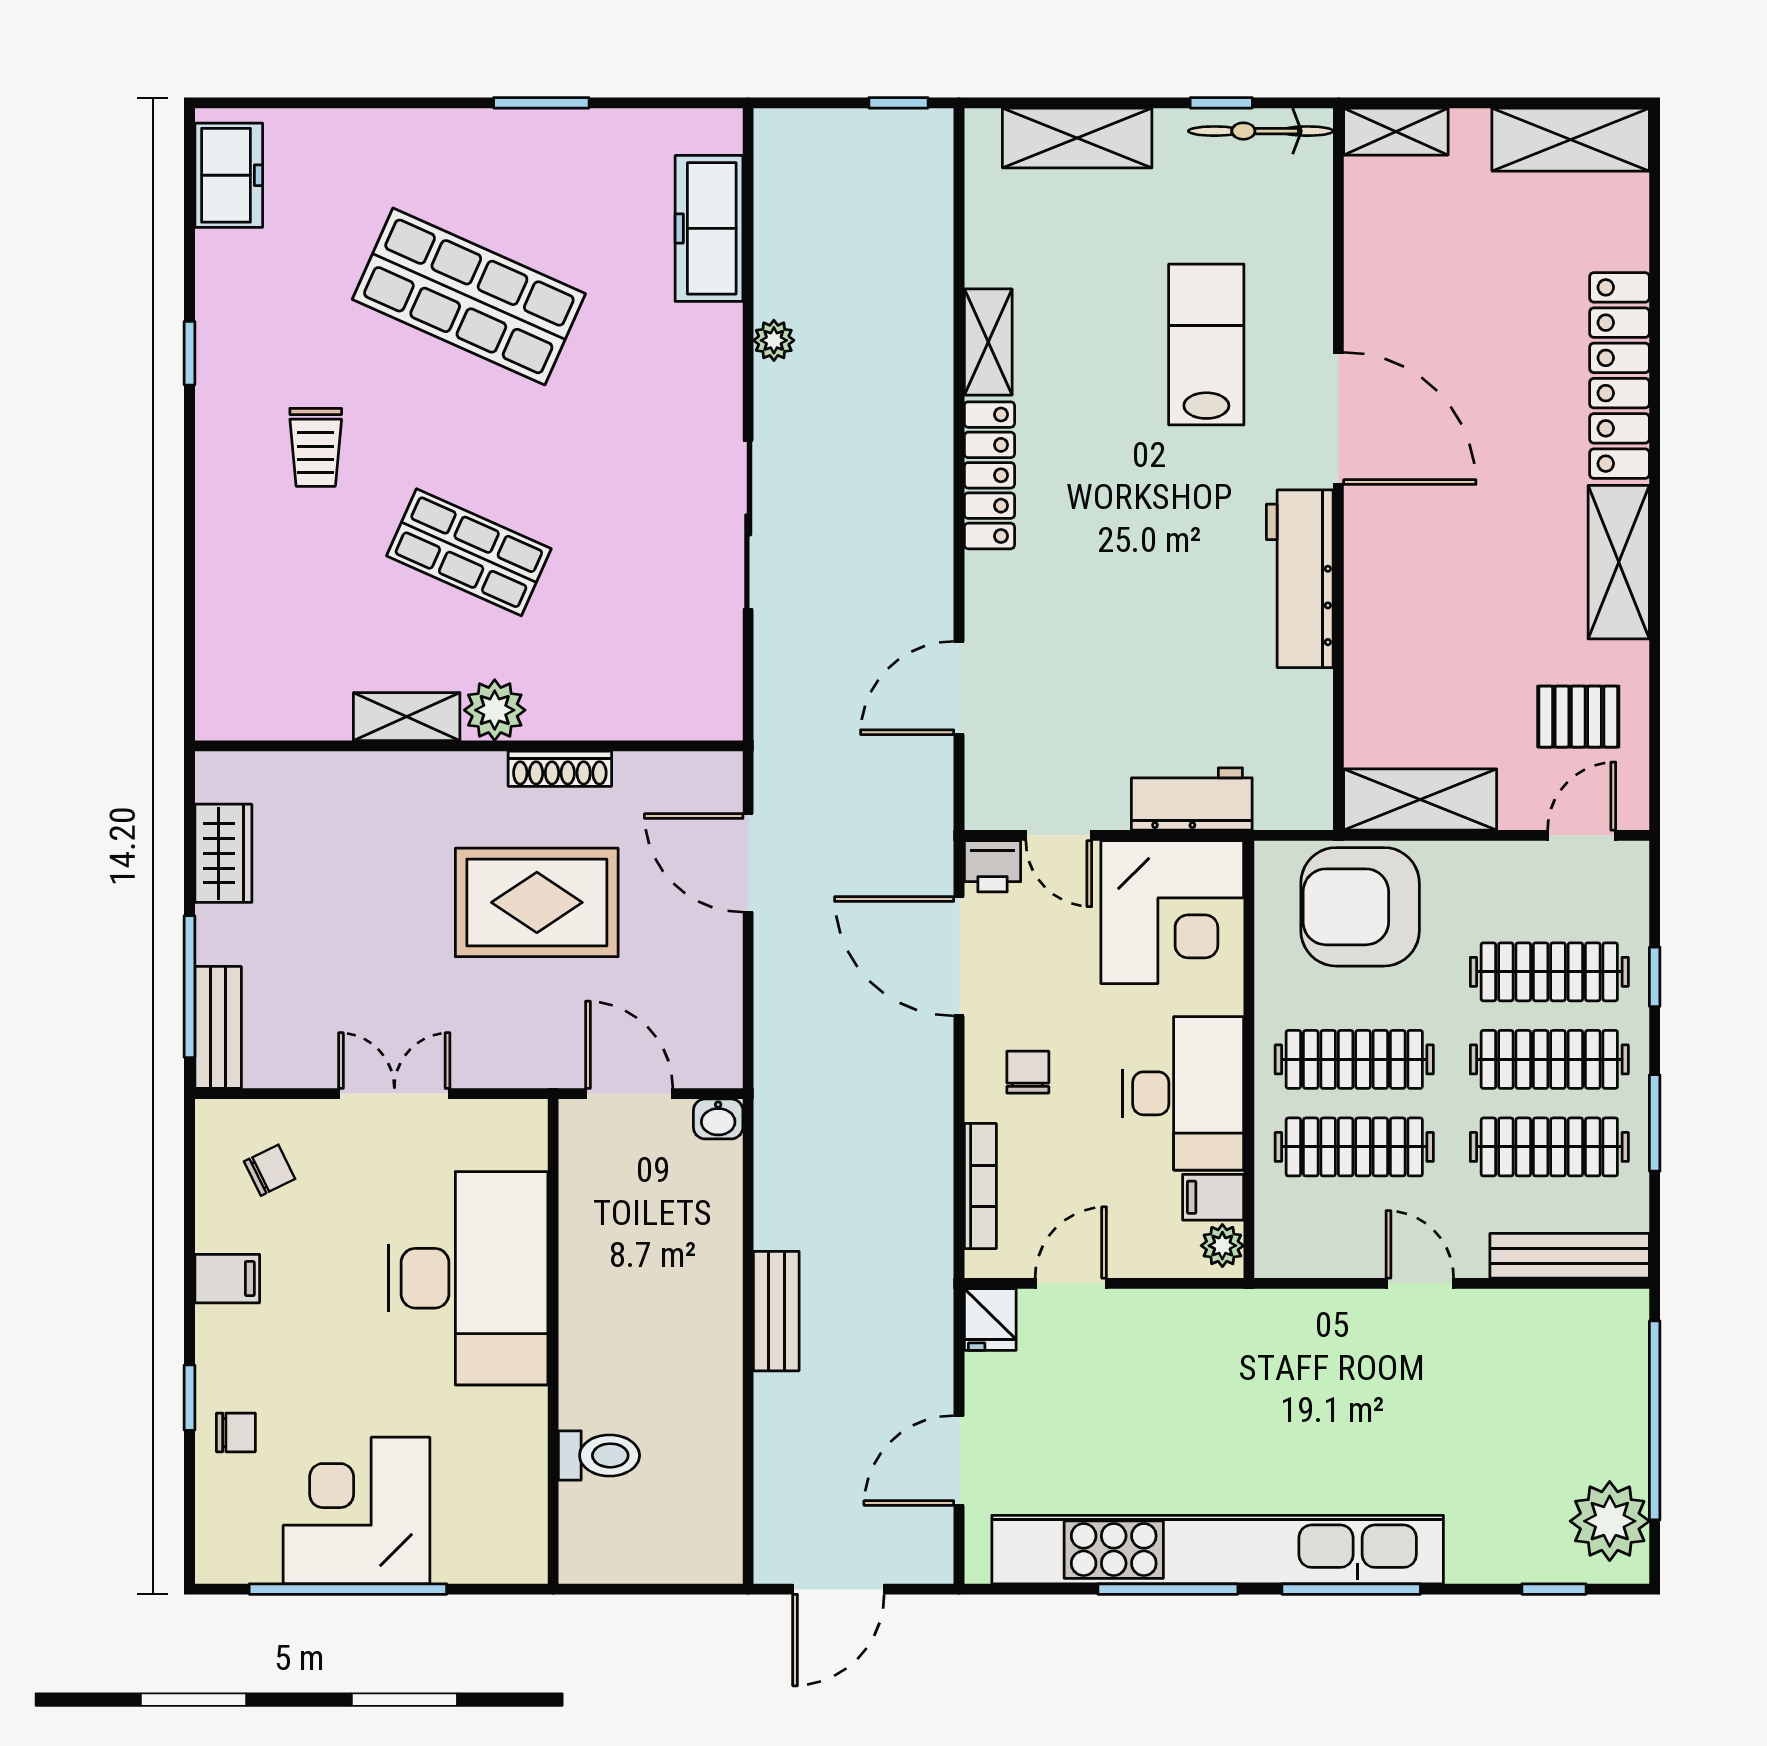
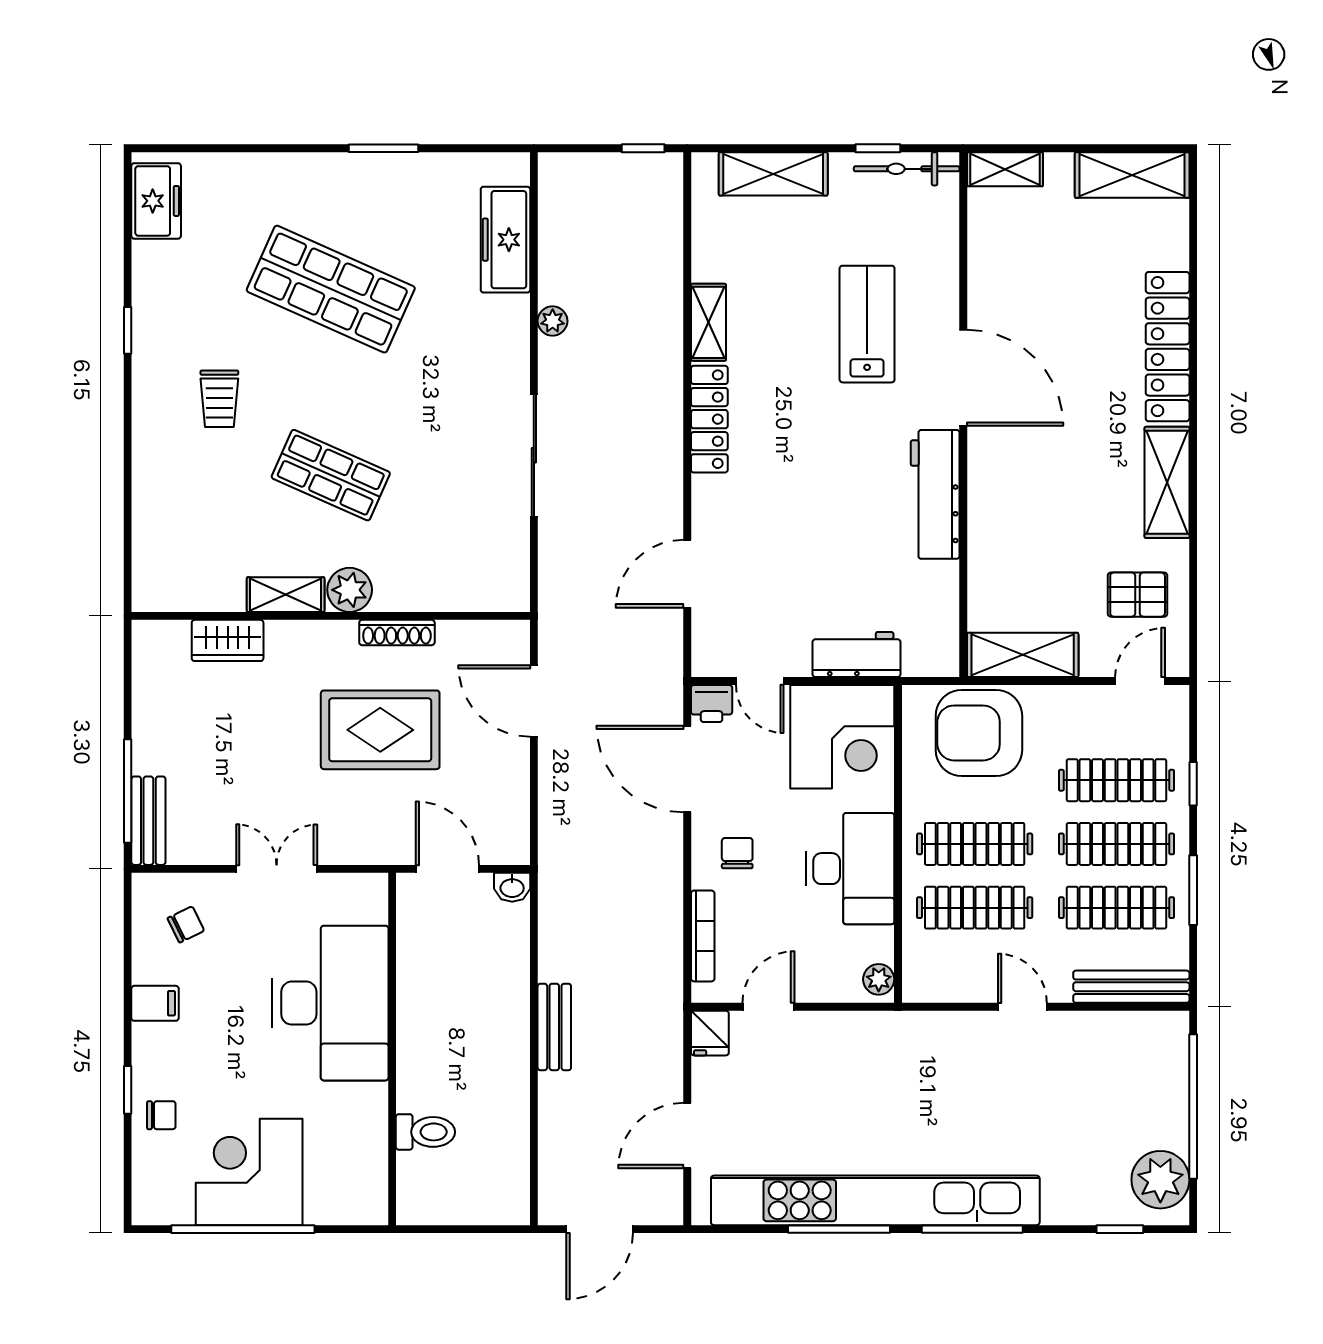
wardrobe: (223, 853) -> (228, 640), moved, turned 90
filing cabinet: (1213, 1197) -> (872, 944), removed

